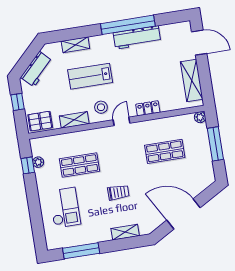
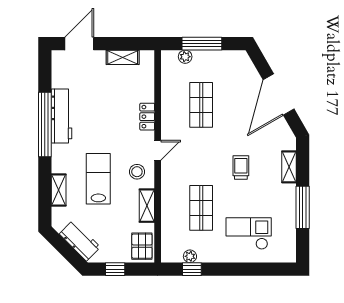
lab bench: (90, 76) -> (98, 179), turned 180
shelving: (192, 81) -> (123, 57), width x0.67, depth x0.75
plant: (200, 117) -> (185, 57), moved
door: (121, 121) -> (158, 150), swing flipped
window: (81, 251) -> (303, 207), moved

